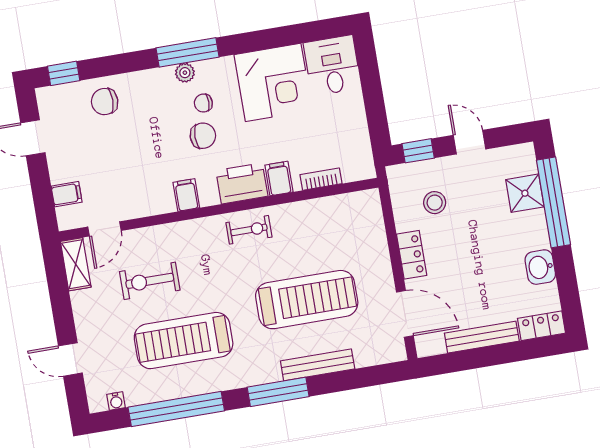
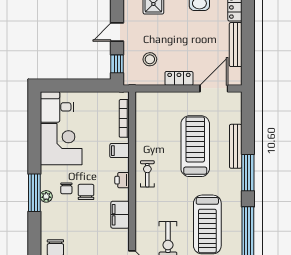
bookcase: (321, 179) -> (124, 118), width x1.56
printer: (242, 183) -> (122, 180), width x0.53, depth x0.68
filing cabinet: (186, 195) -> (120, 215), width x2.00

